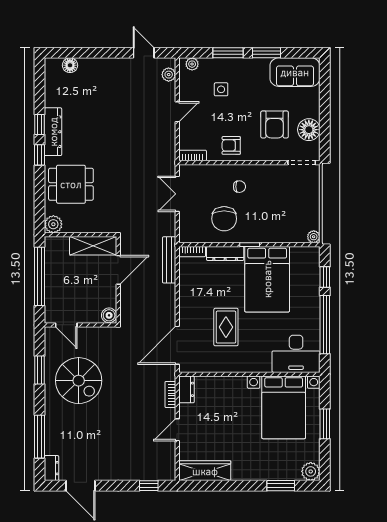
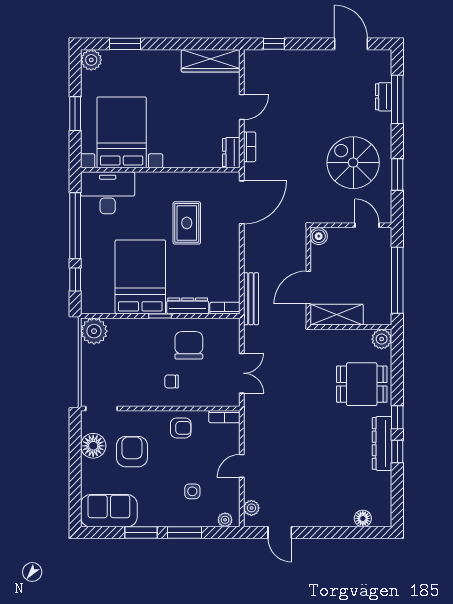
plant: (314, 237) -> (94, 331), width x1.88, depth x1.88
dresser: (52, 468) -> (384, 97), moved

